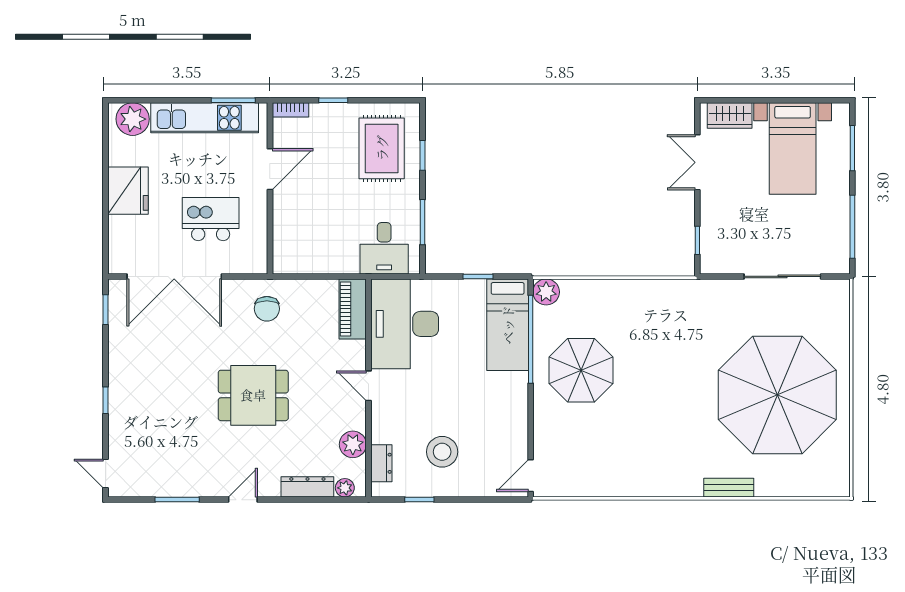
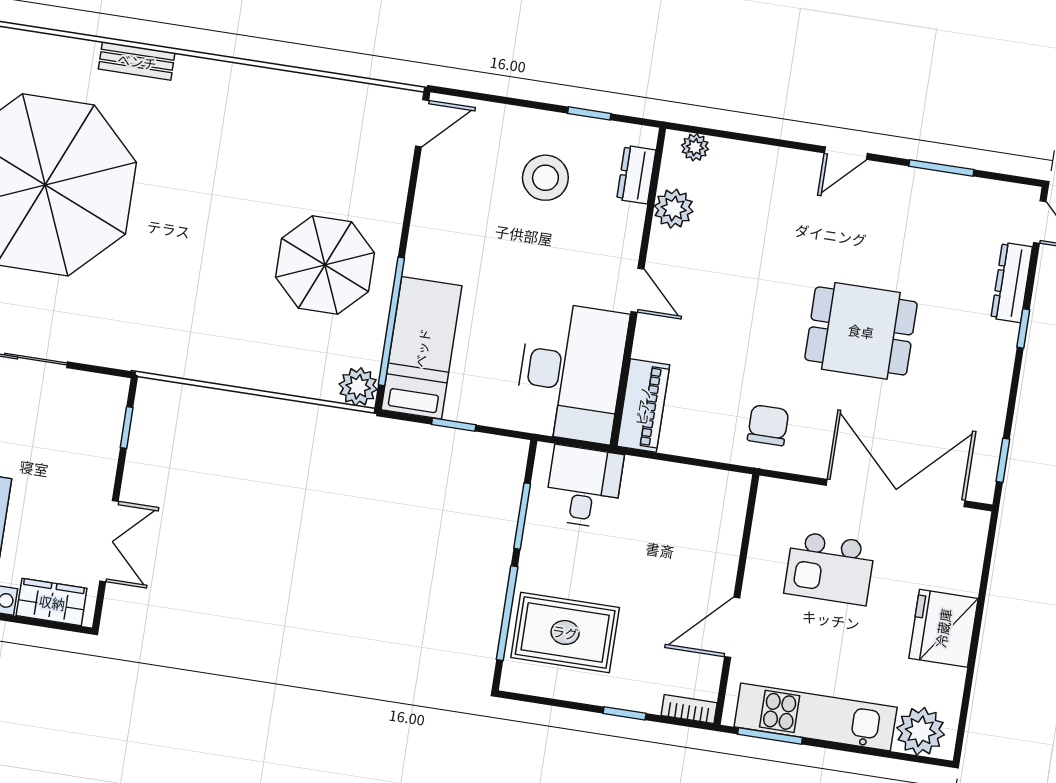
rug: (382, 148) -> (565, 632), turned 90
window: (423, 155) -> (507, 613), width x2.17
dining table: (253, 395) -> (861, 331), moved
dresser: (307, 487) -> (1012, 282), moved, turned 90

